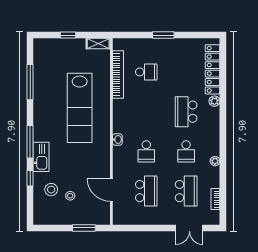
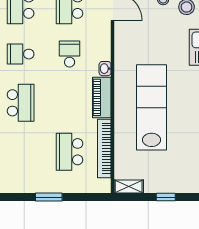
school desk: (146, 72) -> (70, 152), width x1.85
piano: (120, 116) -> (102, 97), added
school desk: (186, 151) -> (21, 54), turned -90

